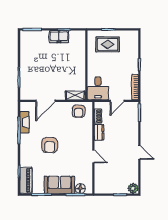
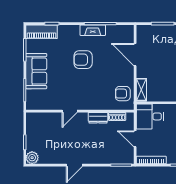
fireplace: (25, 122) -> (93, 30), moved
floor lamp: (80, 189) -> (32, 96), removed

